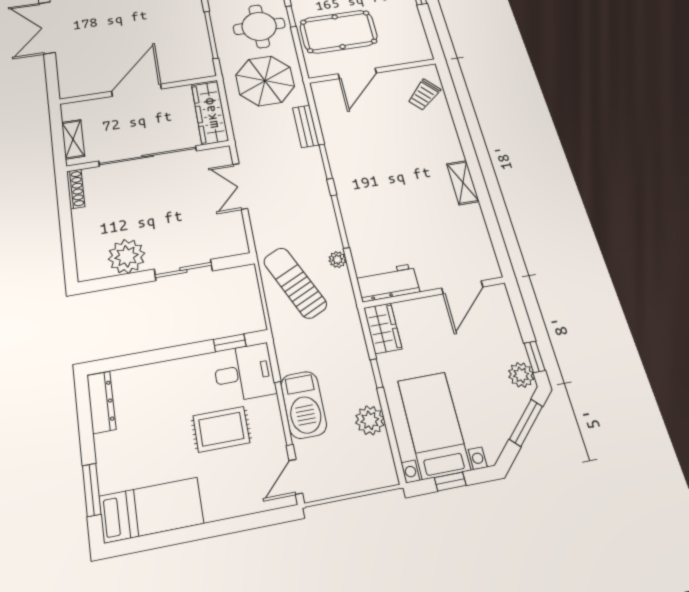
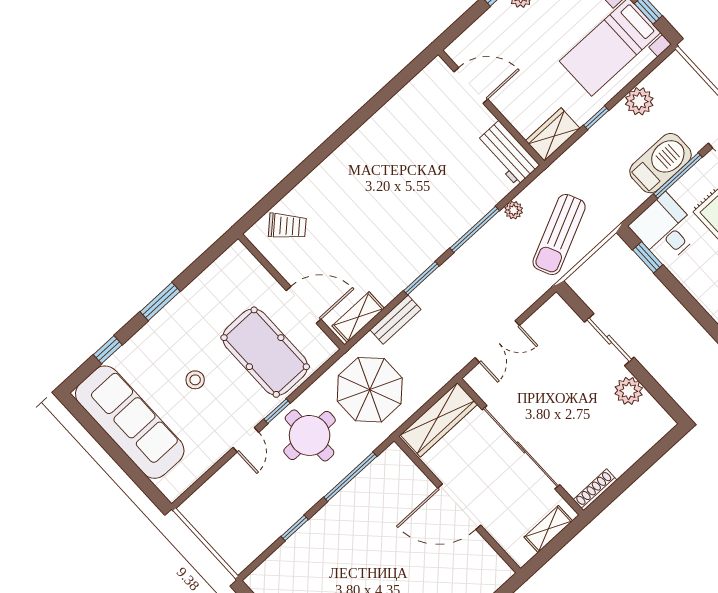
shelving: (463, 183) -> (358, 317), moved
plant: (127, 256) -> (629, 391), width x0.73, depth x0.73

